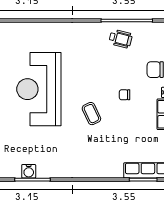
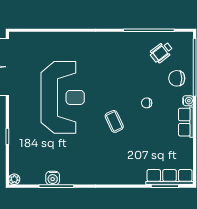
wheelchair: (120, 39) -> (161, 52), moved, turned 128
reception desk: (39, 89) -> (63, 97), turned 180

